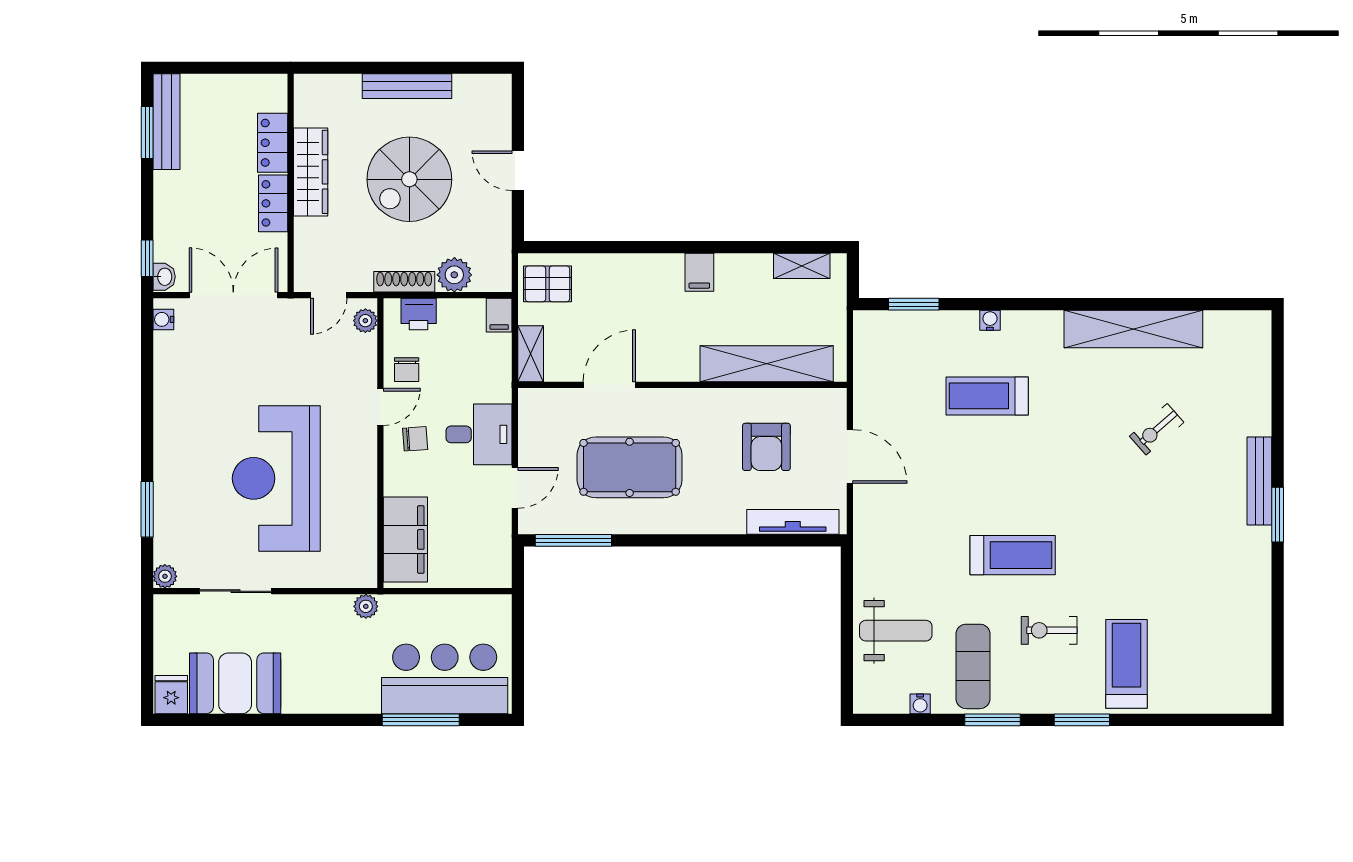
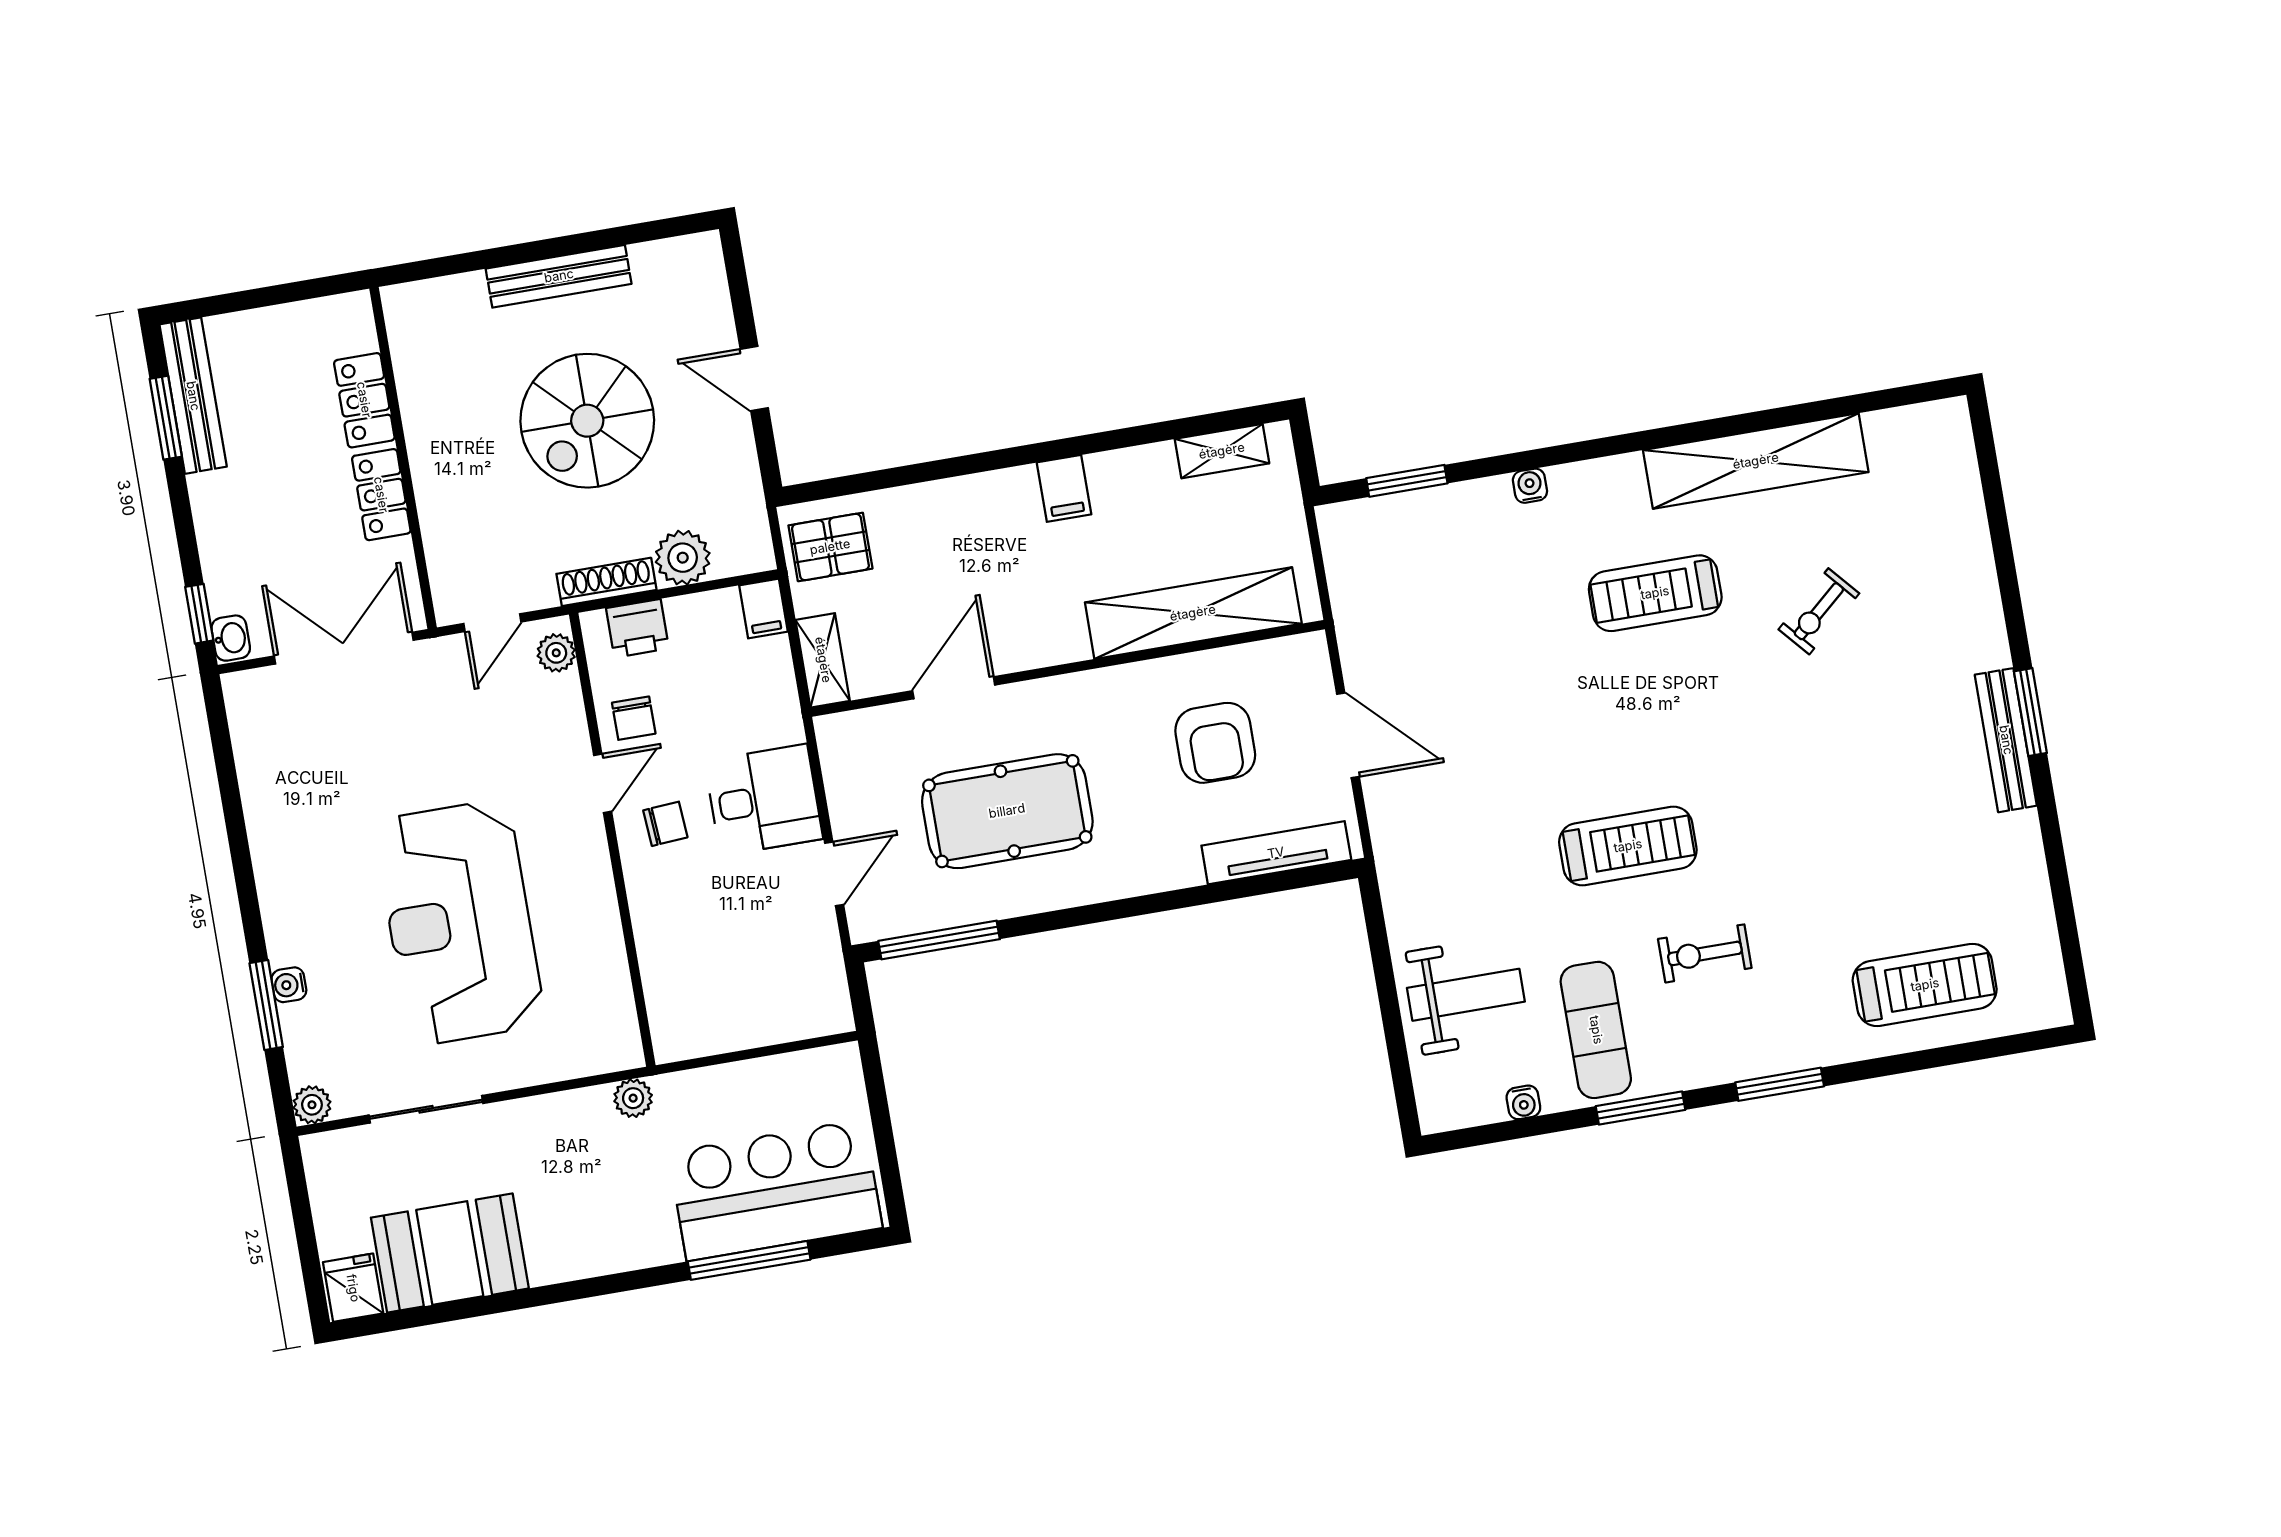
wardrobe: (311, 172) -> (431, 435), removed
water cooler: (163, 319) -> (289, 985), moved
treadmill: (987, 396) -> (1655, 593), moved
bench: (1259, 481) -> (2006, 740), moved
filing cabinet: (405, 539) -> (677, 983), removed
treadmill: (1126, 664) -> (1925, 985), moved, turned 90

